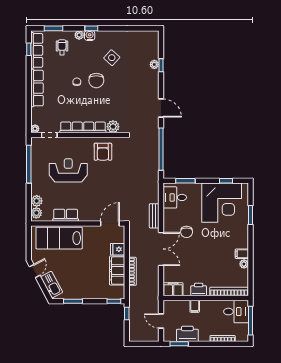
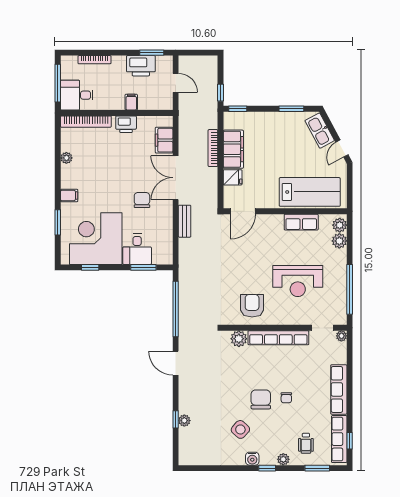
water cooler: (90, 36) -> (252, 459), moved
desk: (175, 197) -> (137, 249), moved, turned 90
filing cabinet: (242, 254) -> (69, 195), moved
filing cabinet: (173, 289) -> (164, 140), moved, turned 90

